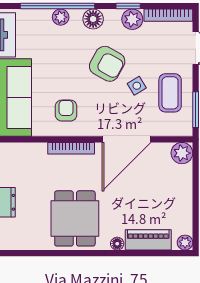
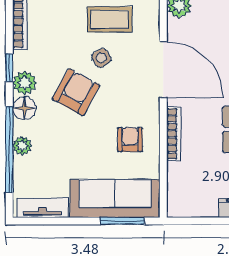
plant: (132, 19) -> (25, 83), moved
armchair: (66, 111) -> (130, 140), turned 90

